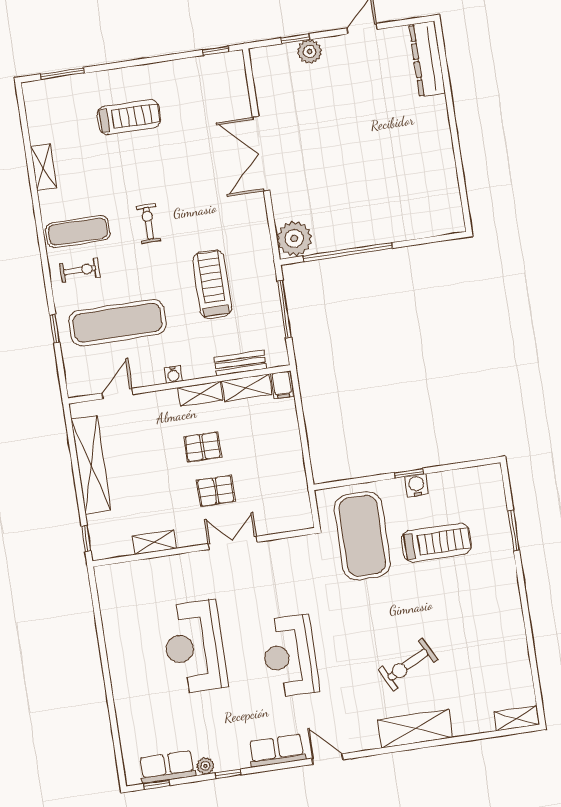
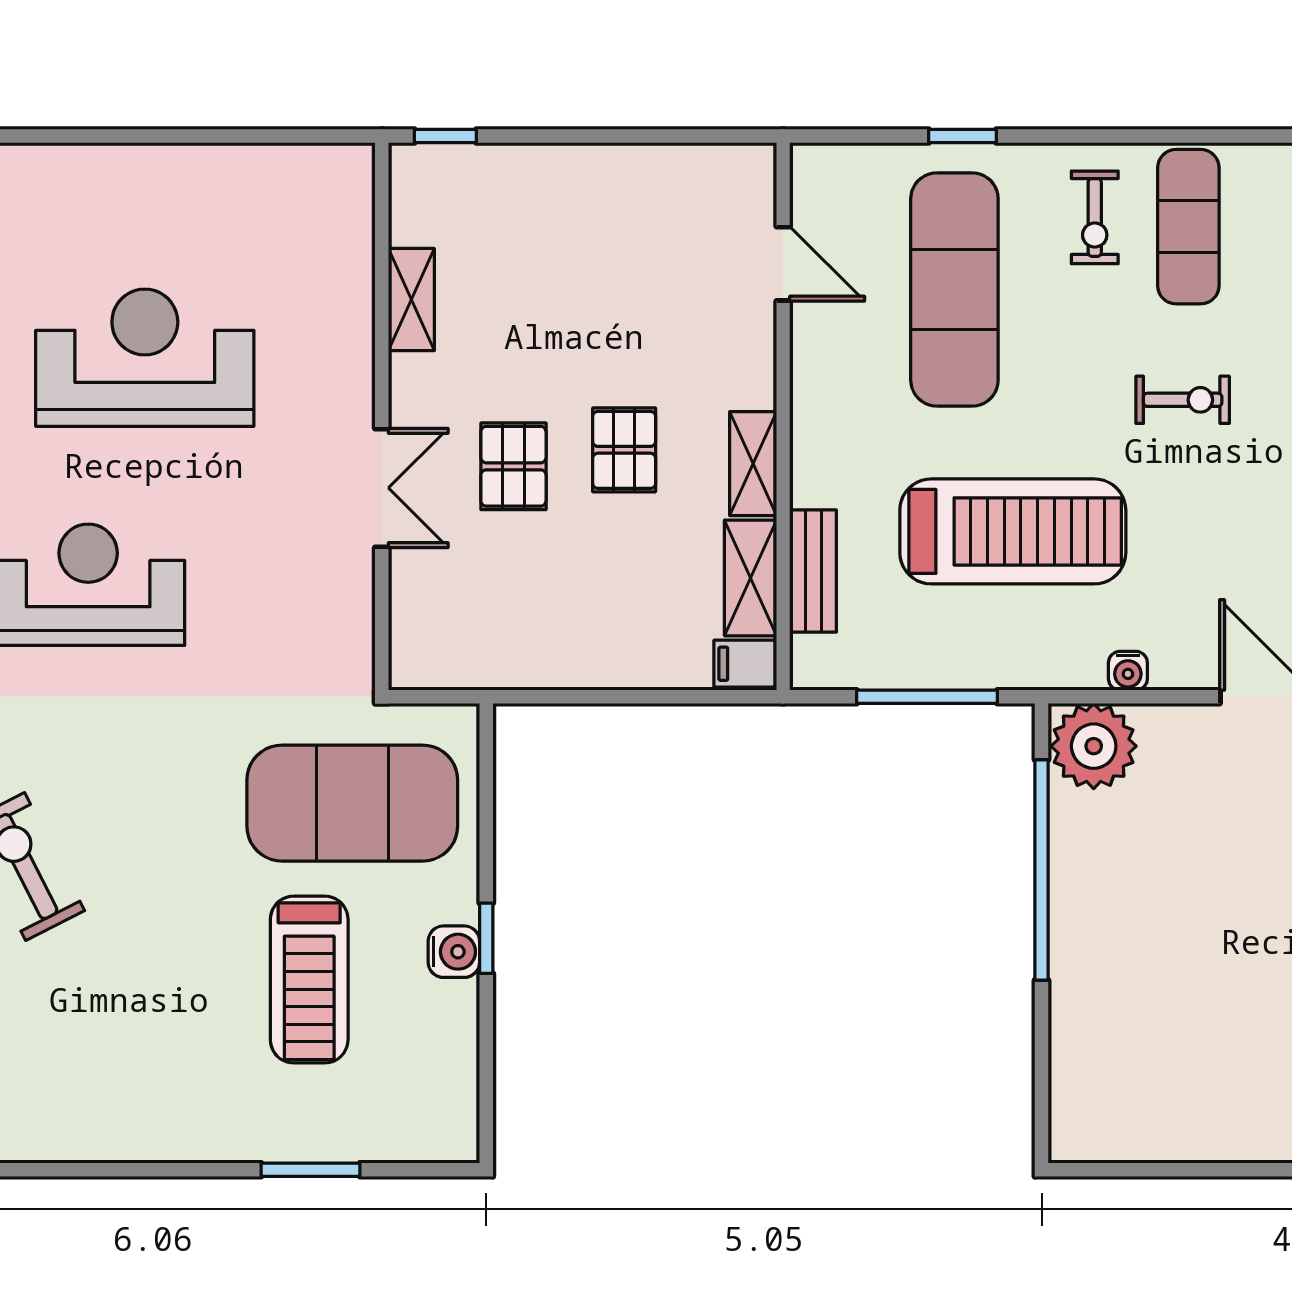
treadmill: (212, 284) -> (1013, 531), width x1.37, depth x1.37
water cooler: (173, 375) -> (1128, 671), moved, turned -90
shelving: (91, 465) -> (621, 175), removed

